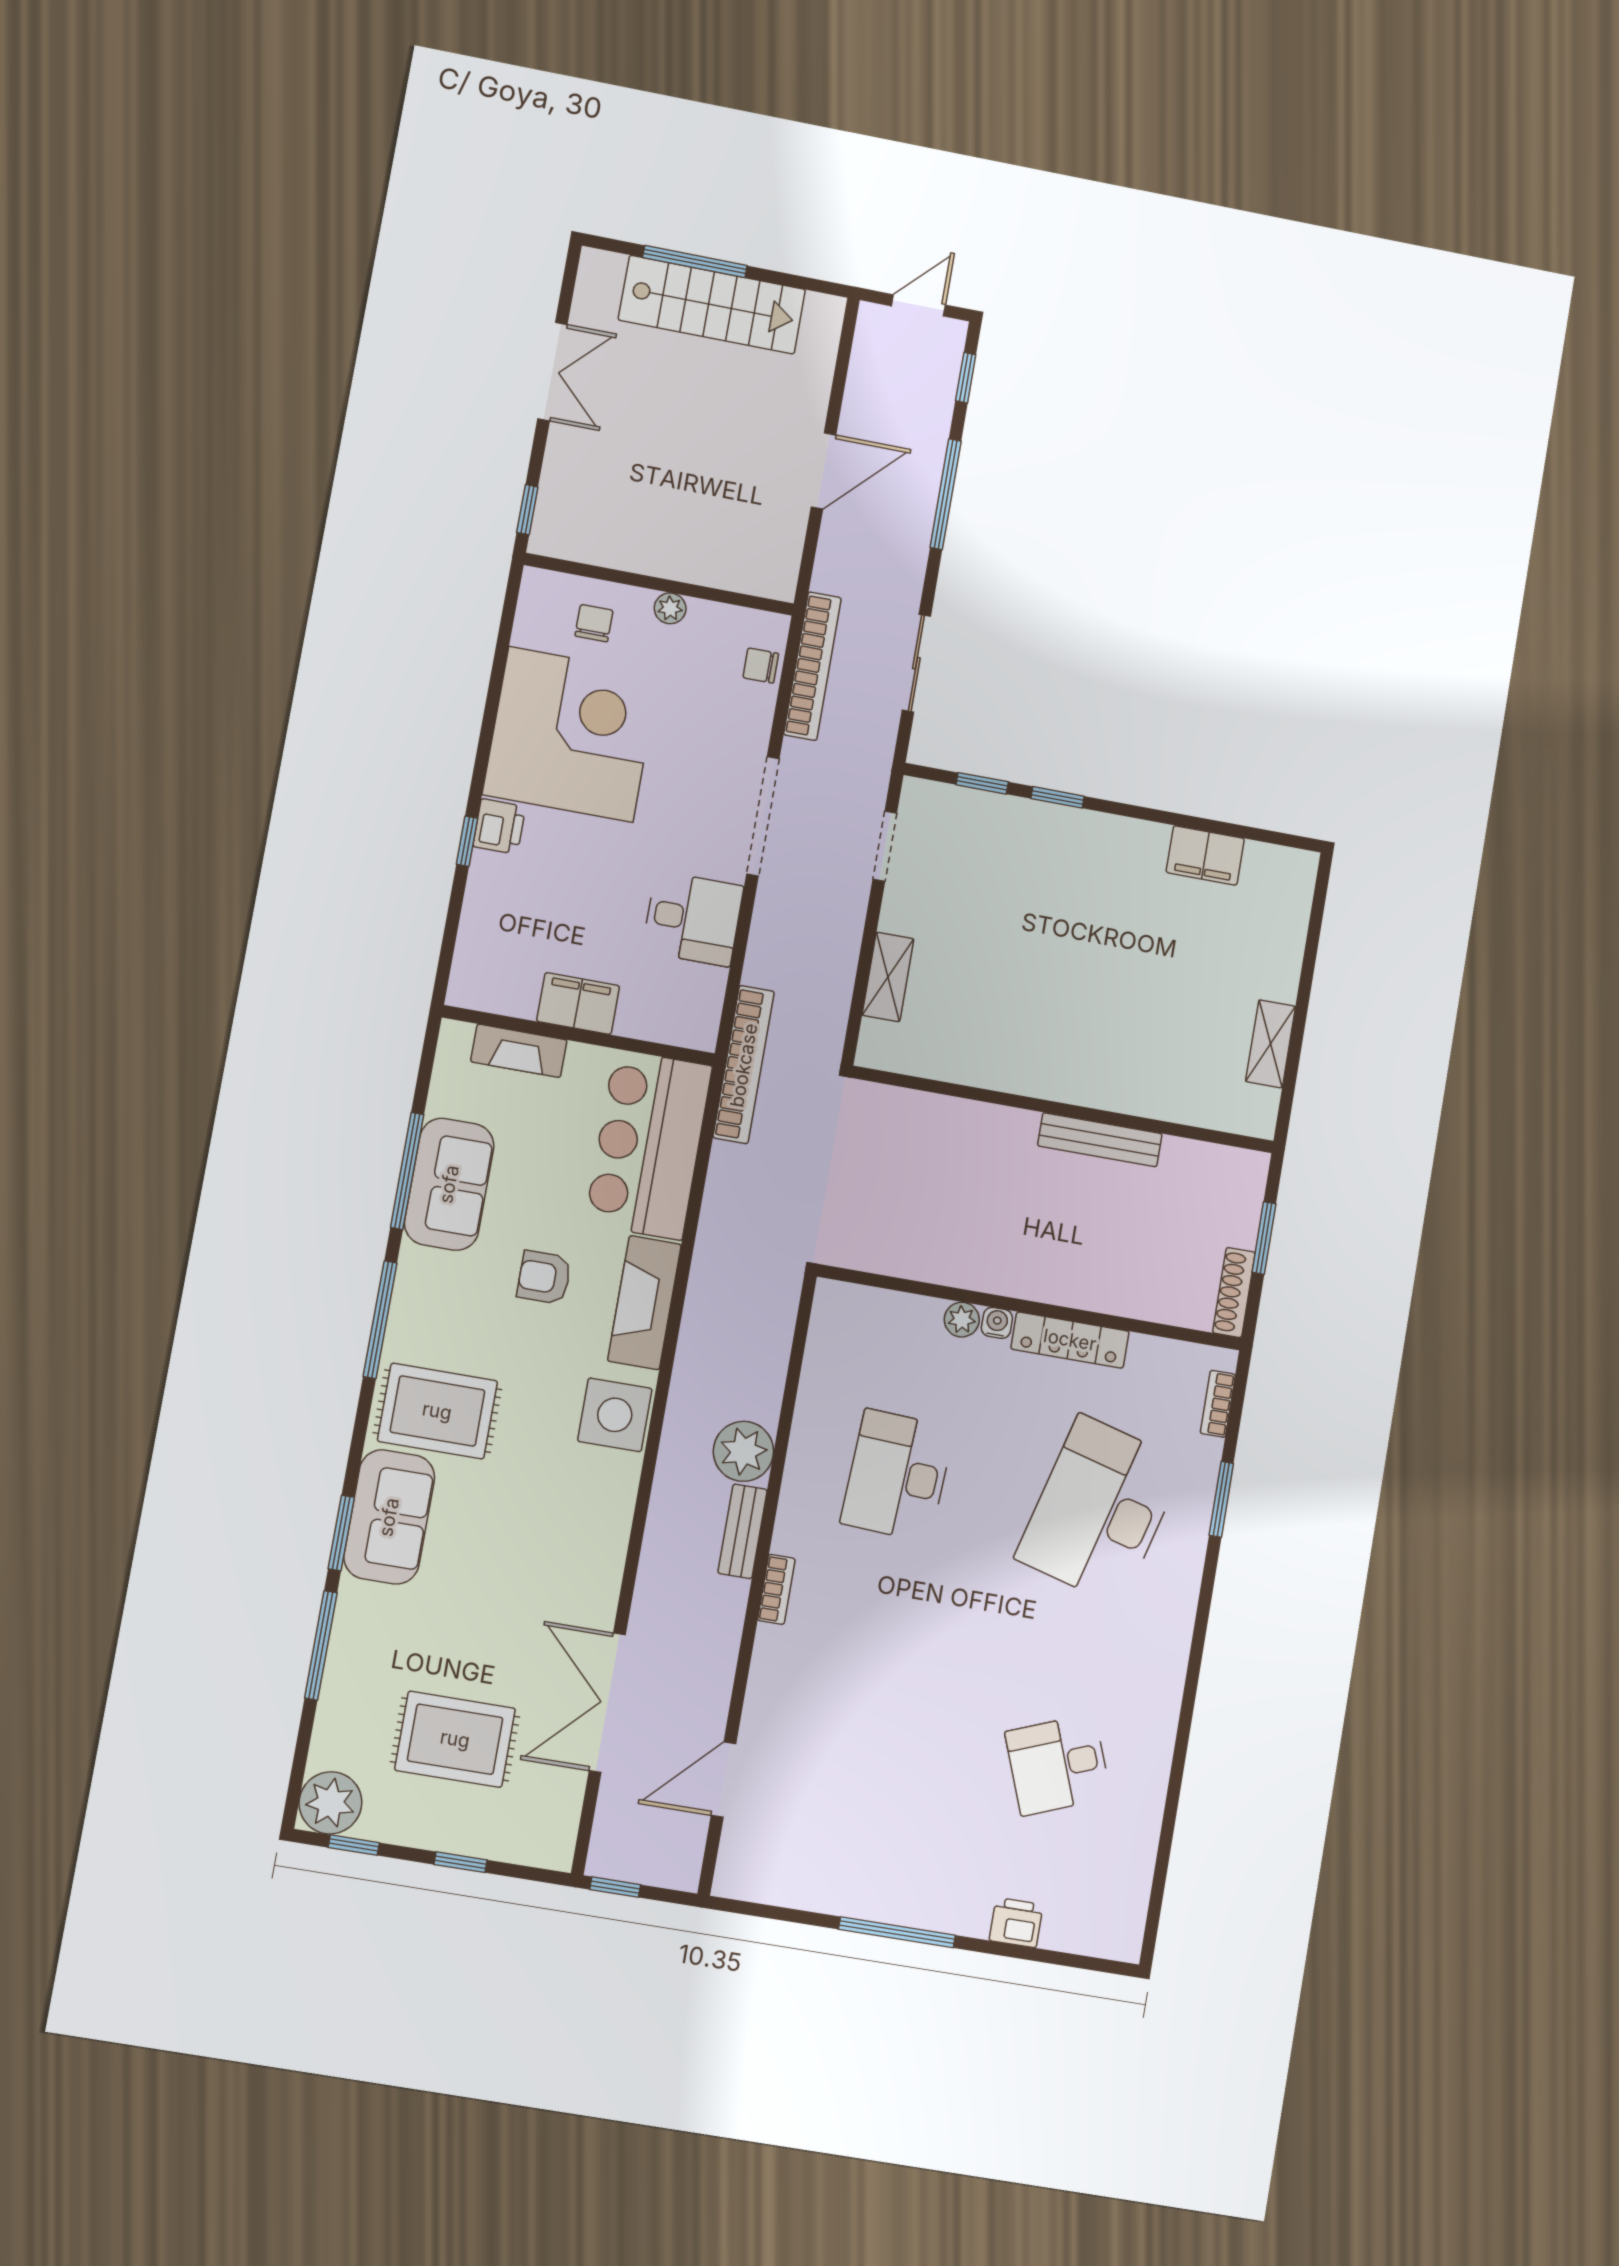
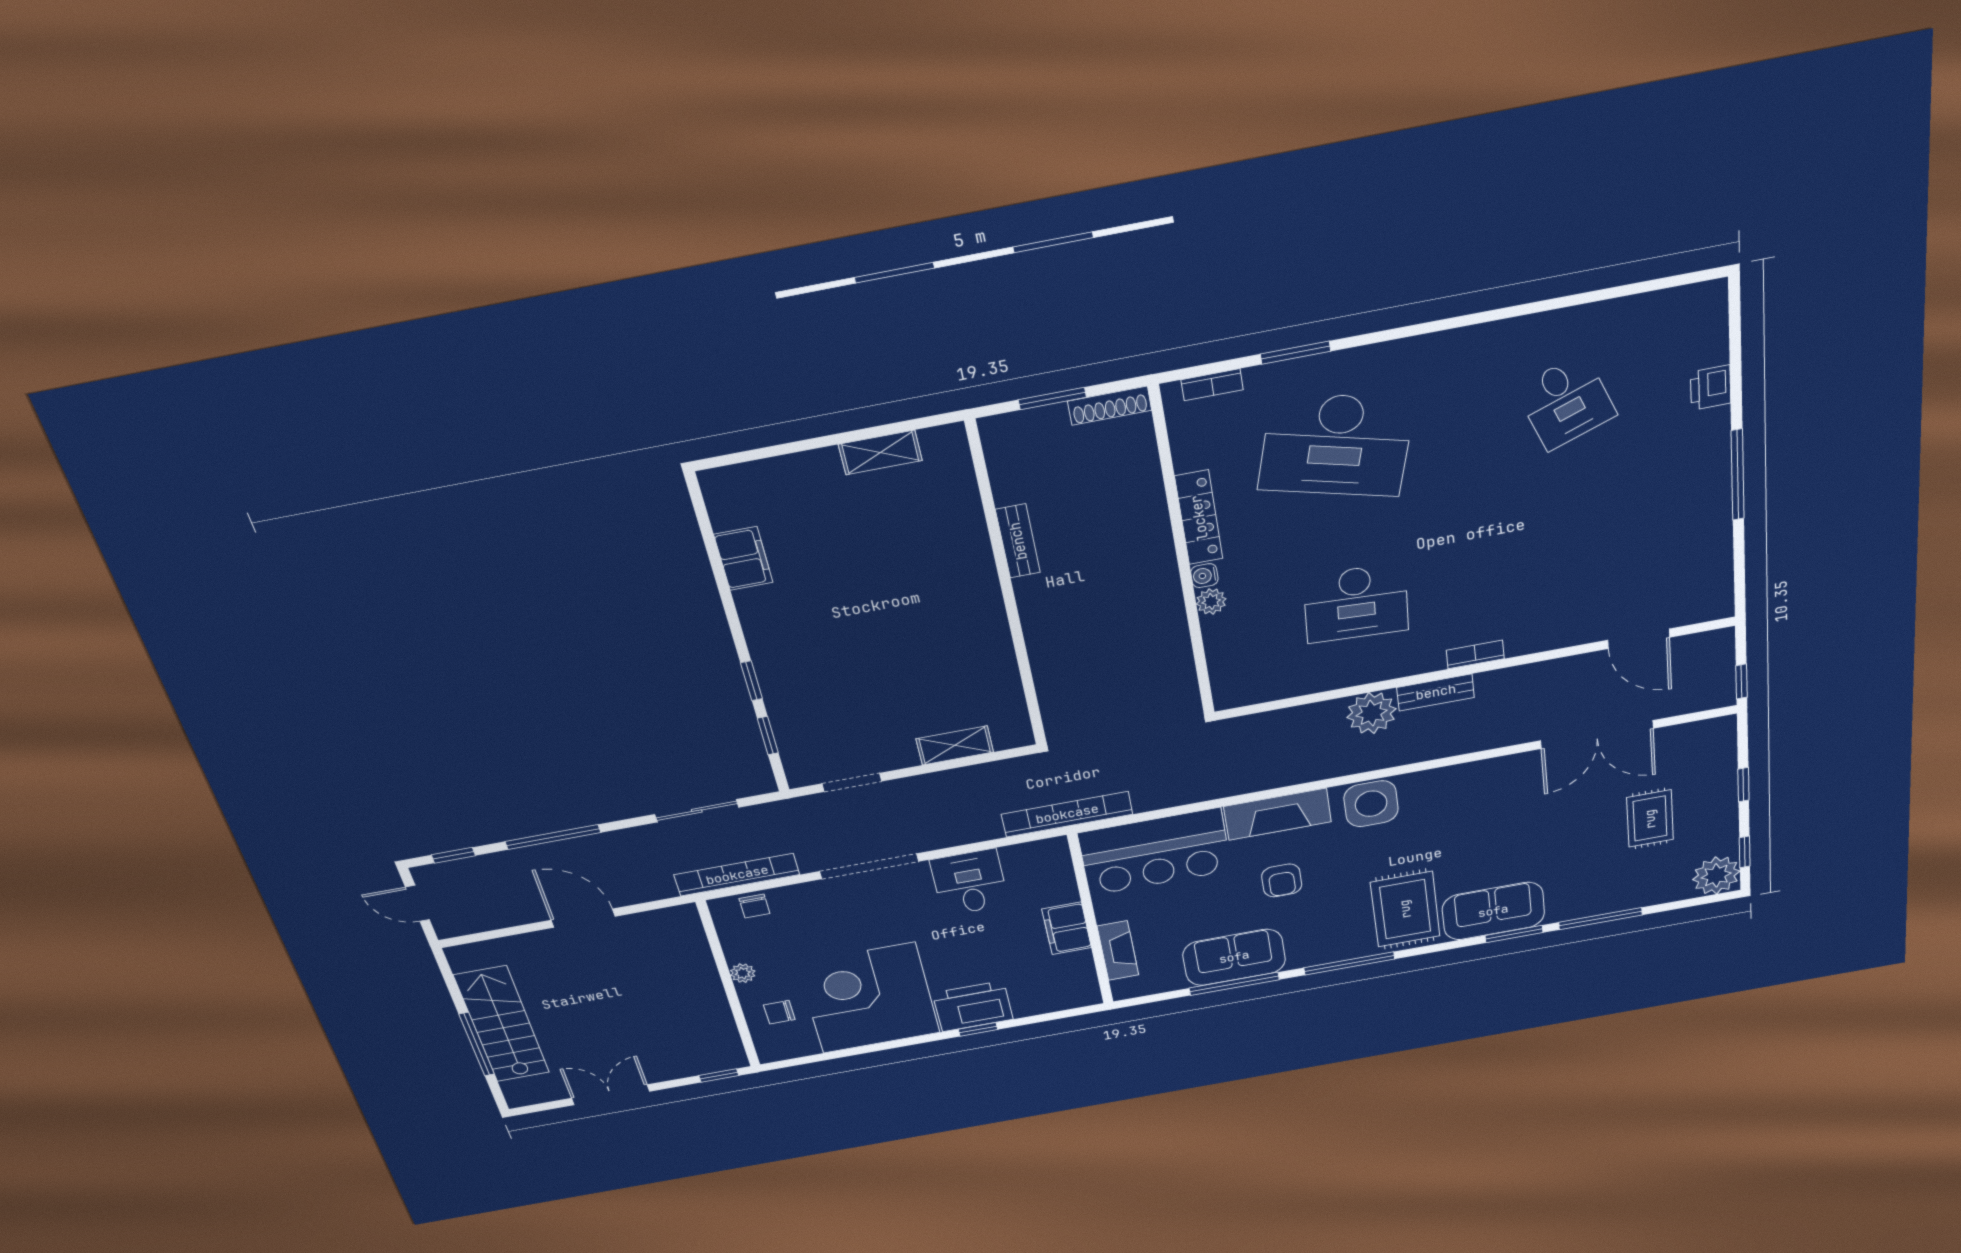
printer: (499, 826) -> (973, 1006), width x1.87, depth x1.48
bench: (1100, 1140) -> (1018, 541), width x0.73
rug: (455, 1739) -> (1650, 819), width x0.73, depth x0.70

